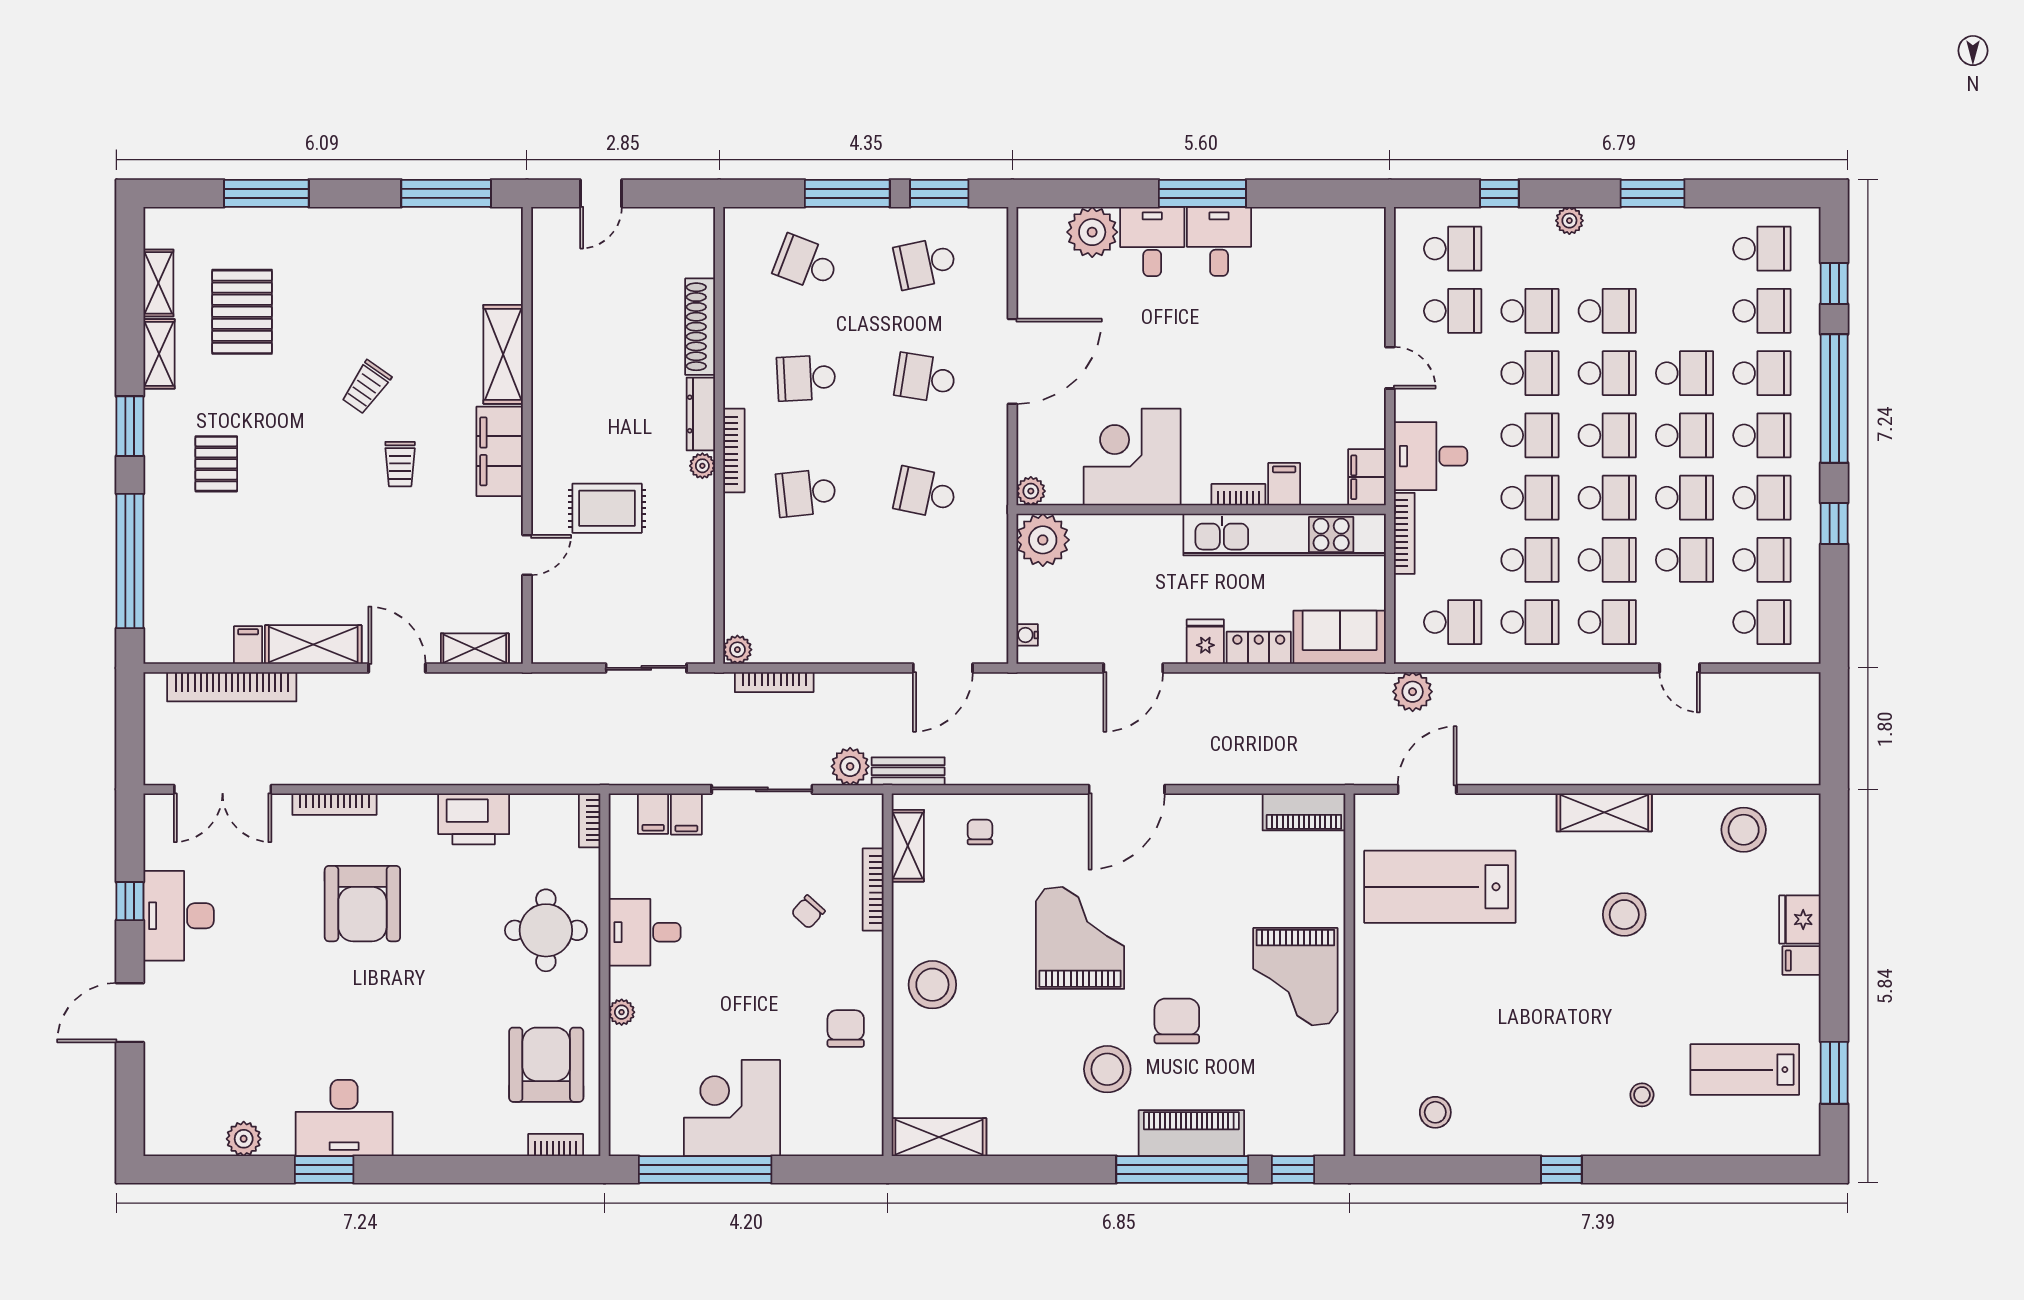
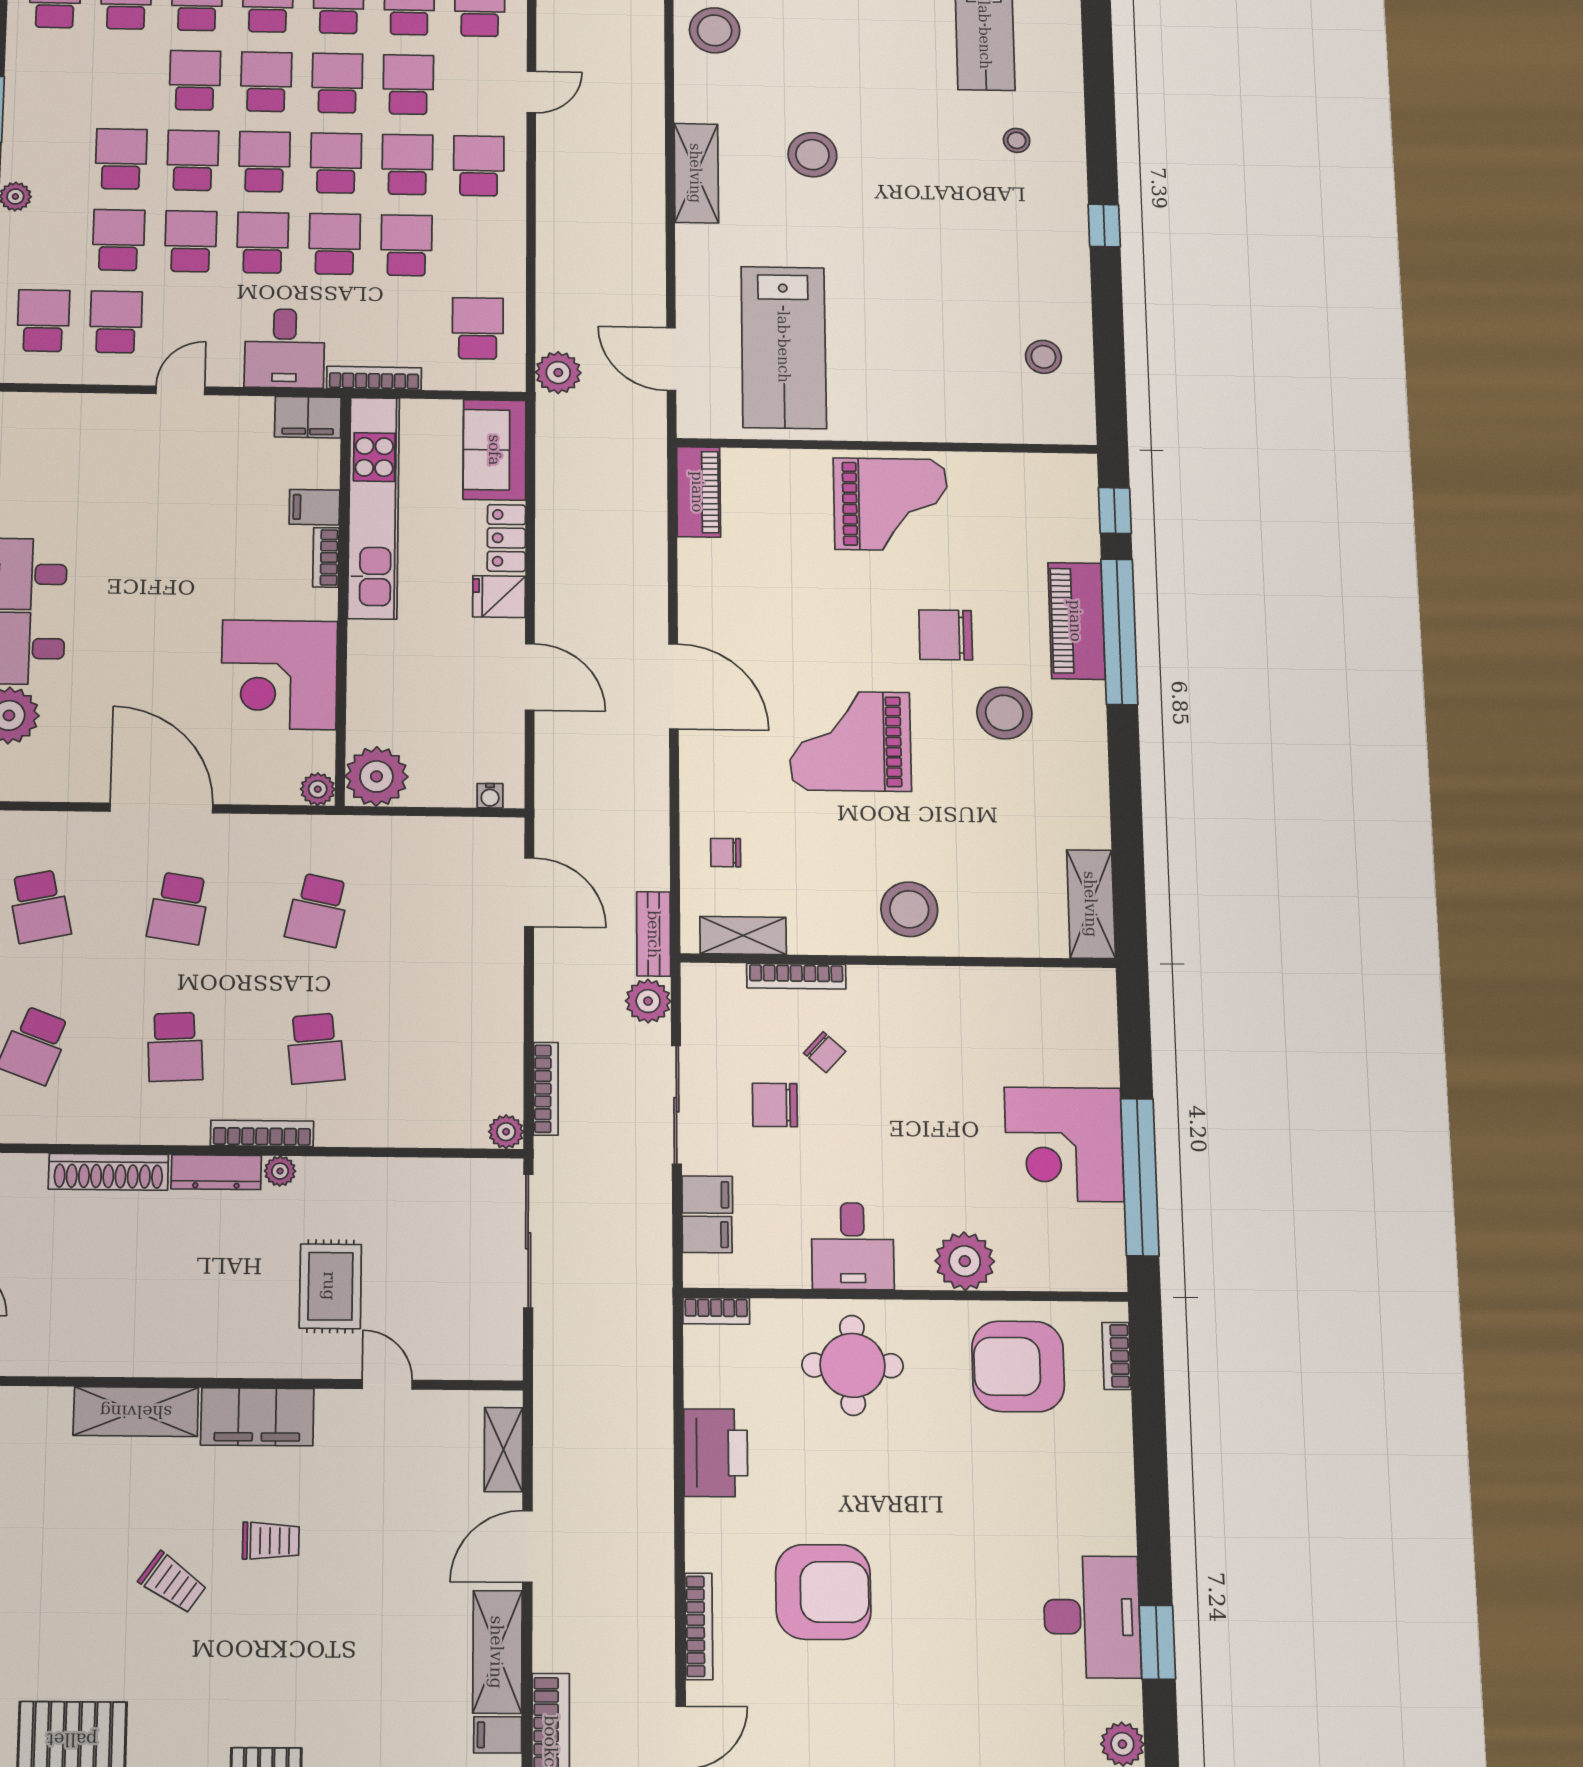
school desk: (1530, 622) -> (478, 247), removed
sliding door: (646, 668) -> (528, 1241), width x1.37
plant: (622, 1012) -> (965, 1261), width x1.87, depth x1.87
chair: (846, 1029) -> (775, 1105), moved

